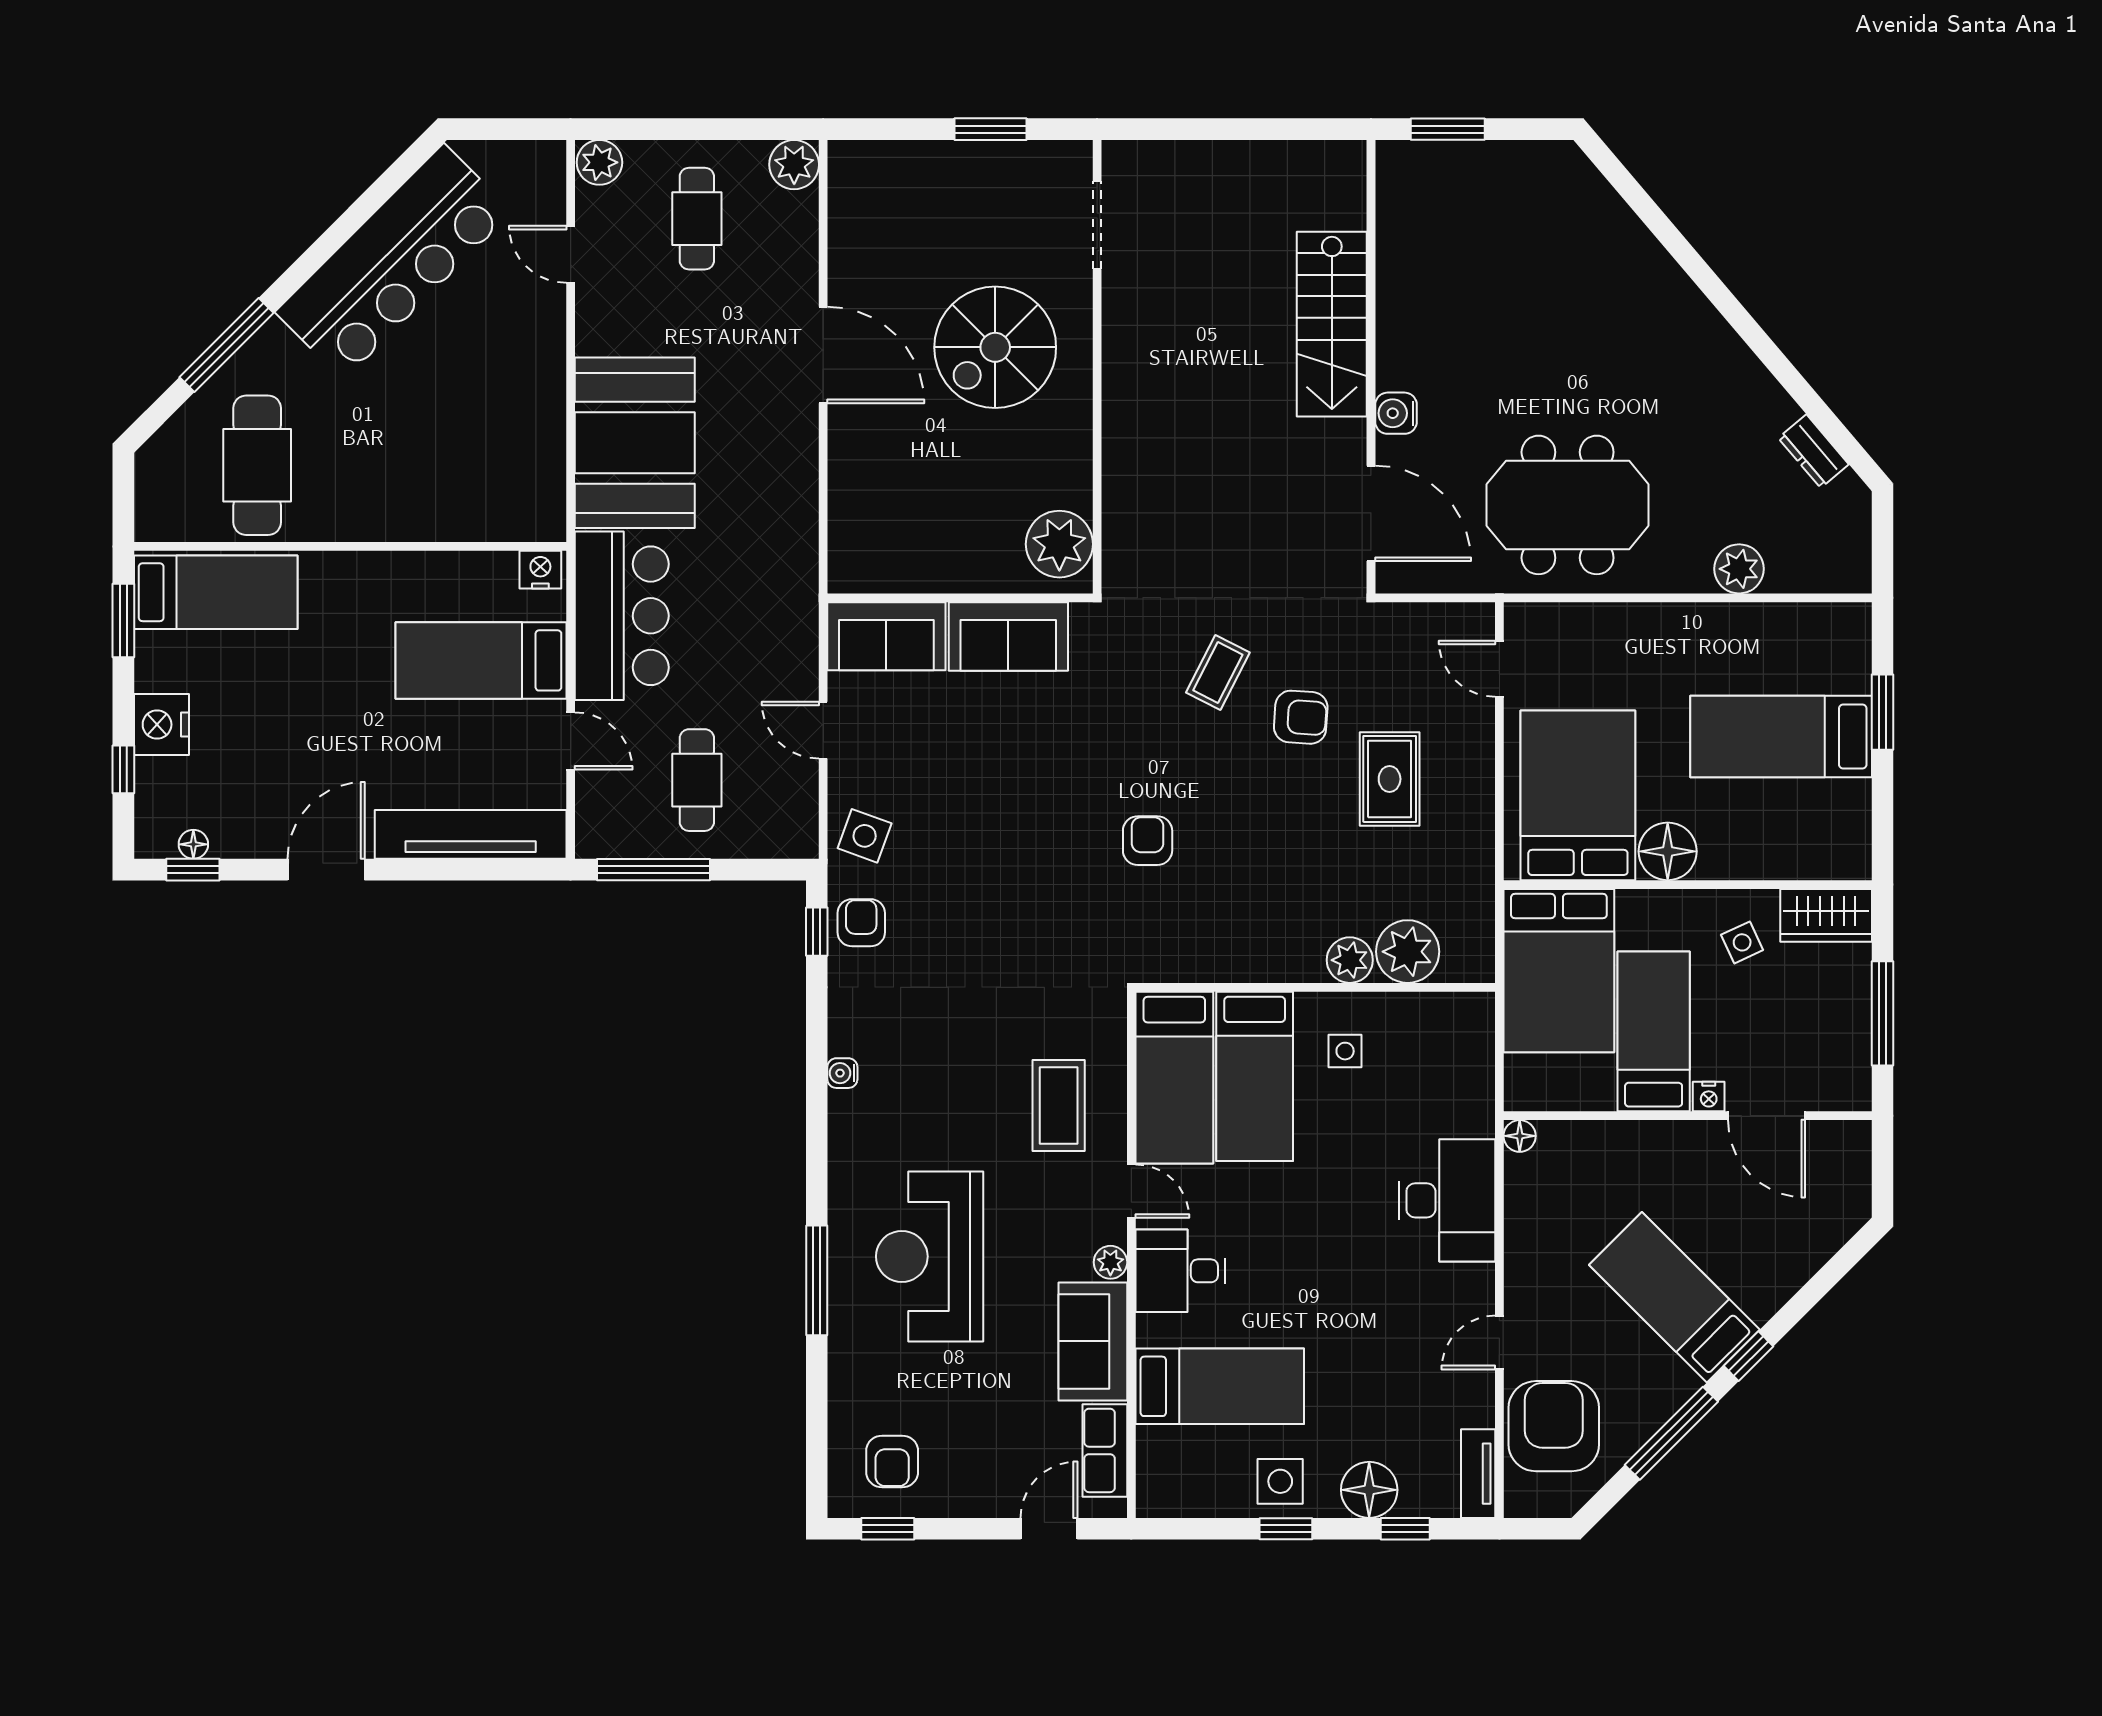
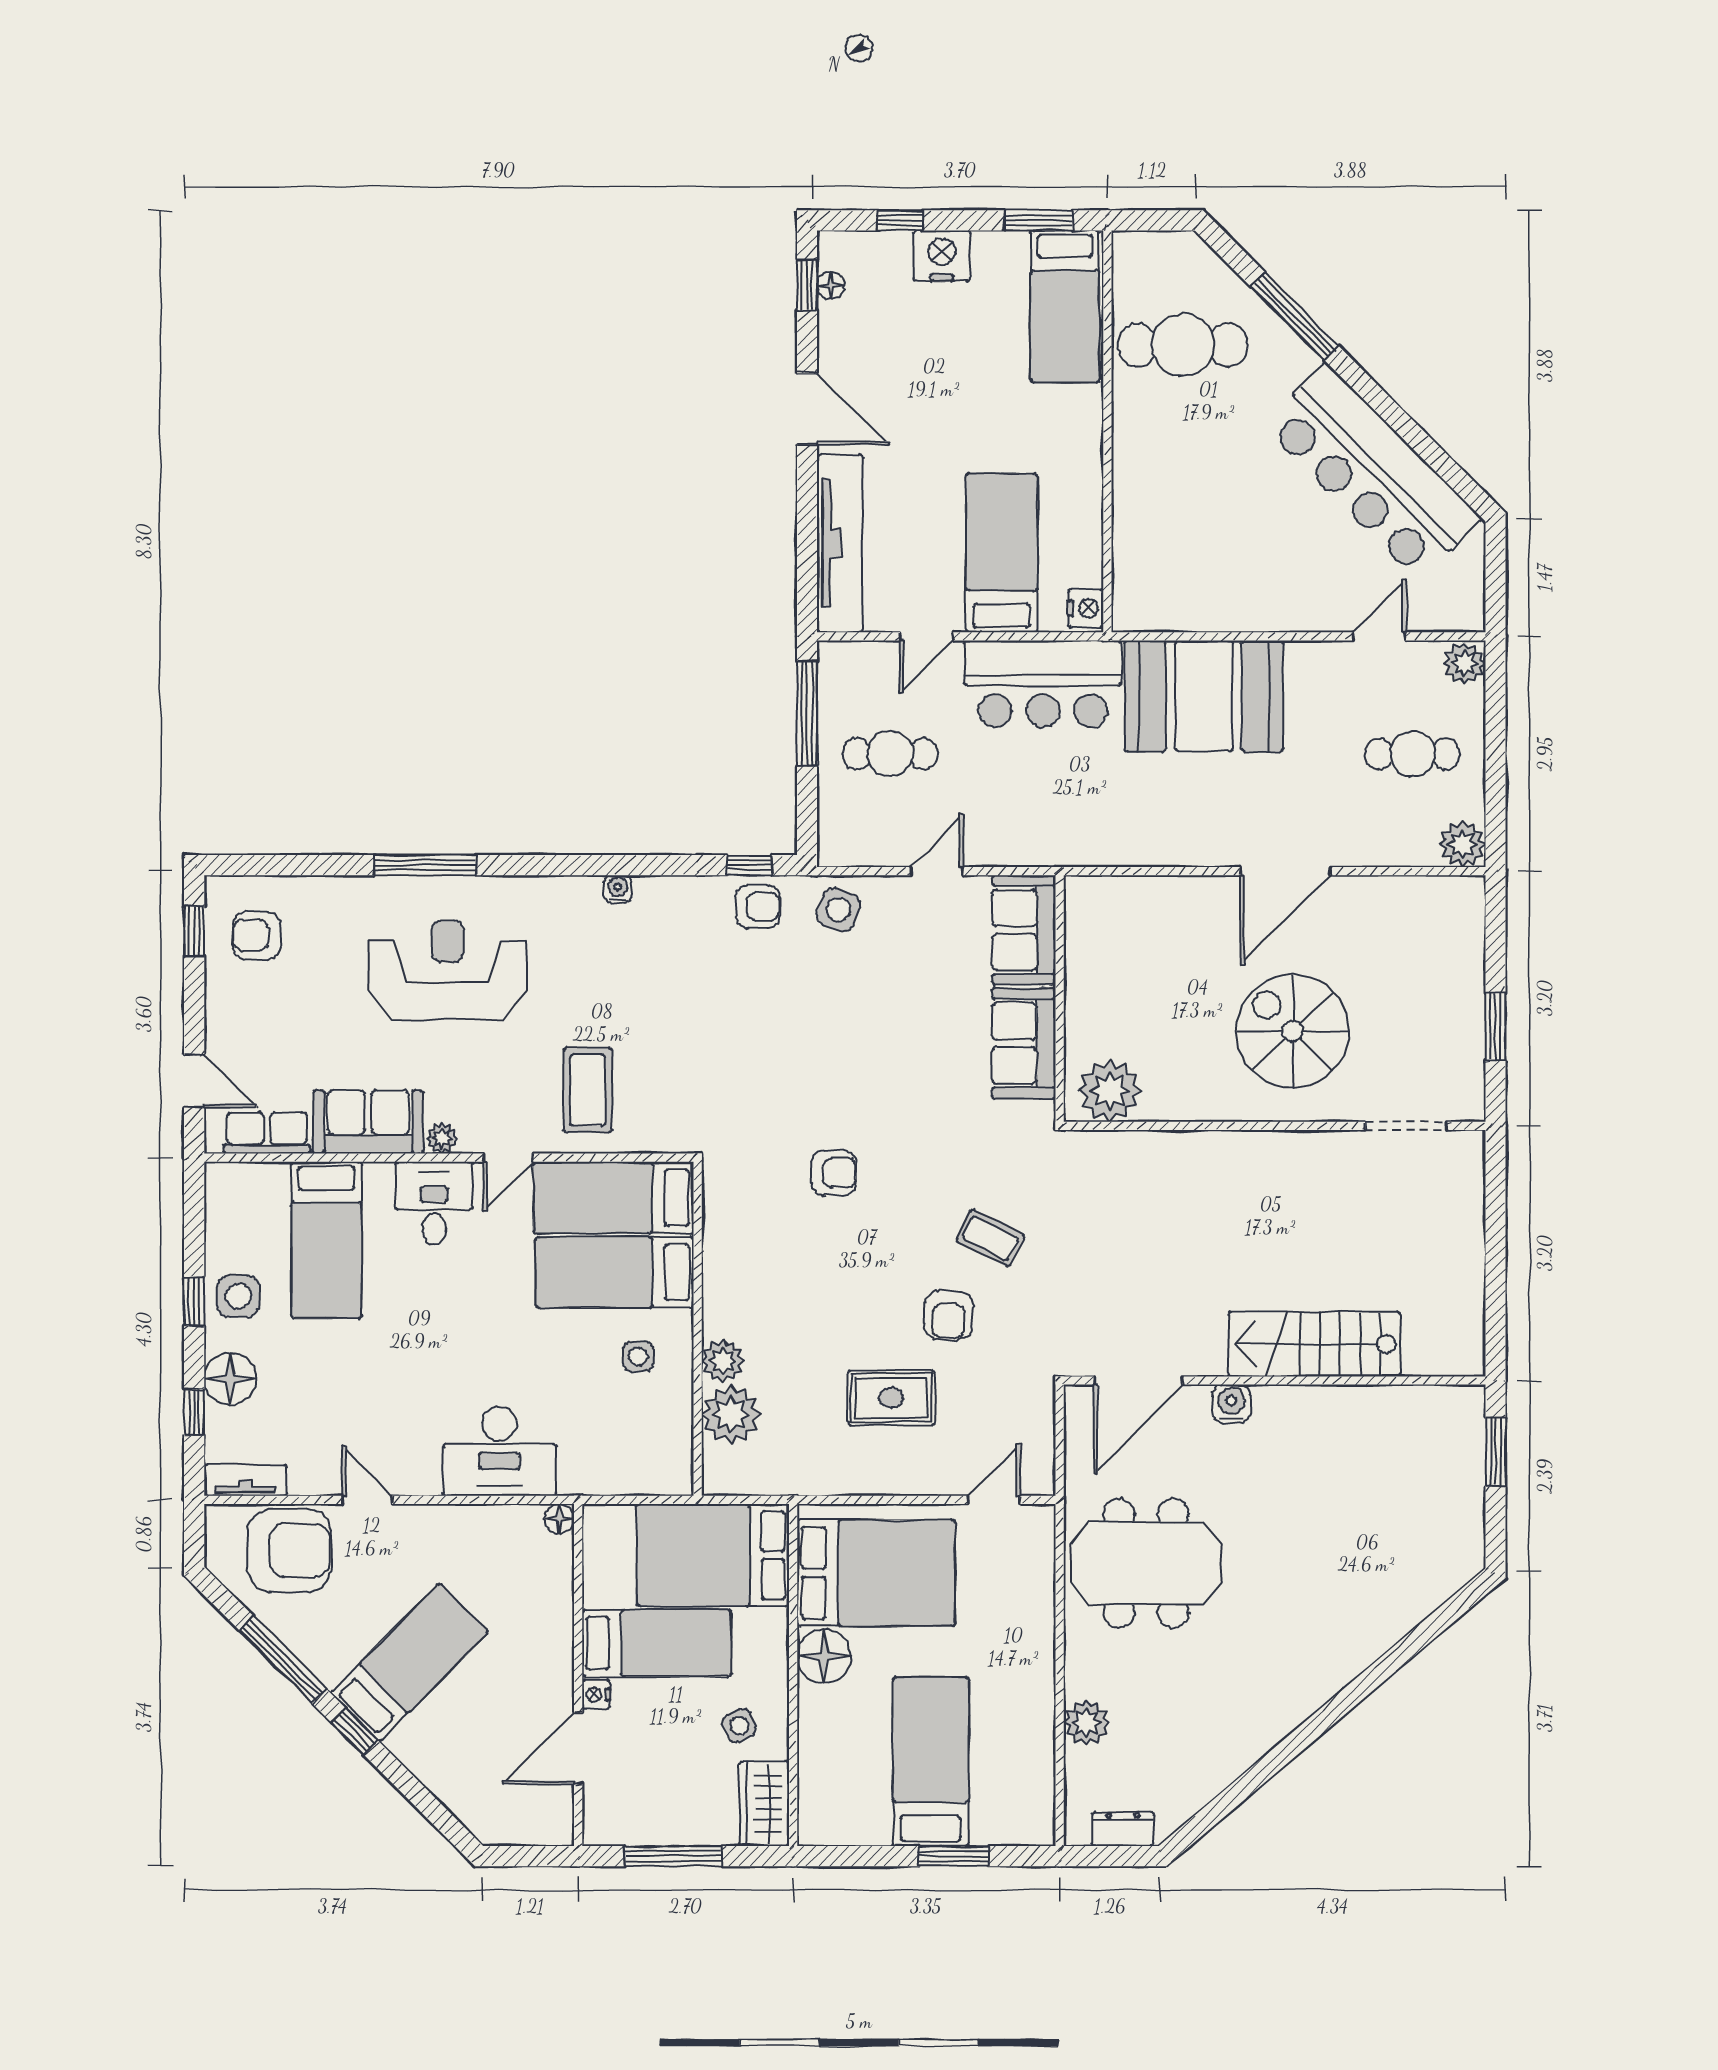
dresser: (1813, 451) -> (1123, 1829), moved, turned 40
meeting table: (1568, 505) -> (1146, 1563), turned 90
coffee table: (1059, 1106) -> (588, 1090), turned 90

